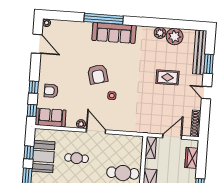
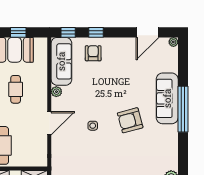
sofa: (114, 33) -> (167, 98), moved
armchair: (98, 74) -> (130, 120), moved
sofa: (51, 118) -> (61, 61), width x1.36
door: (96, 131) -> (49, 123), moved

